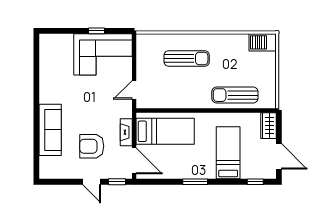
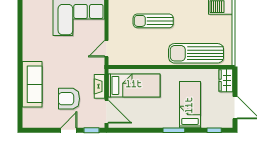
sun lounger: (187, 59) -> (153, 21), turned 180
sun lounger: (235, 95) -> (196, 53), width x1.36, depth x1.34
door: (92, 182) -> (69, 130), swing flipped
window: (195, 182) -> (174, 130), moved

